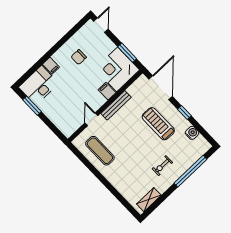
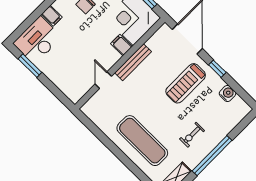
treadmill: (158, 124) -> (186, 83), turned -90
exercise mat: (100, 151) -> (142, 141), moved, width x1.36, depth x1.45
window: (190, 171) -> (212, 156), moved

